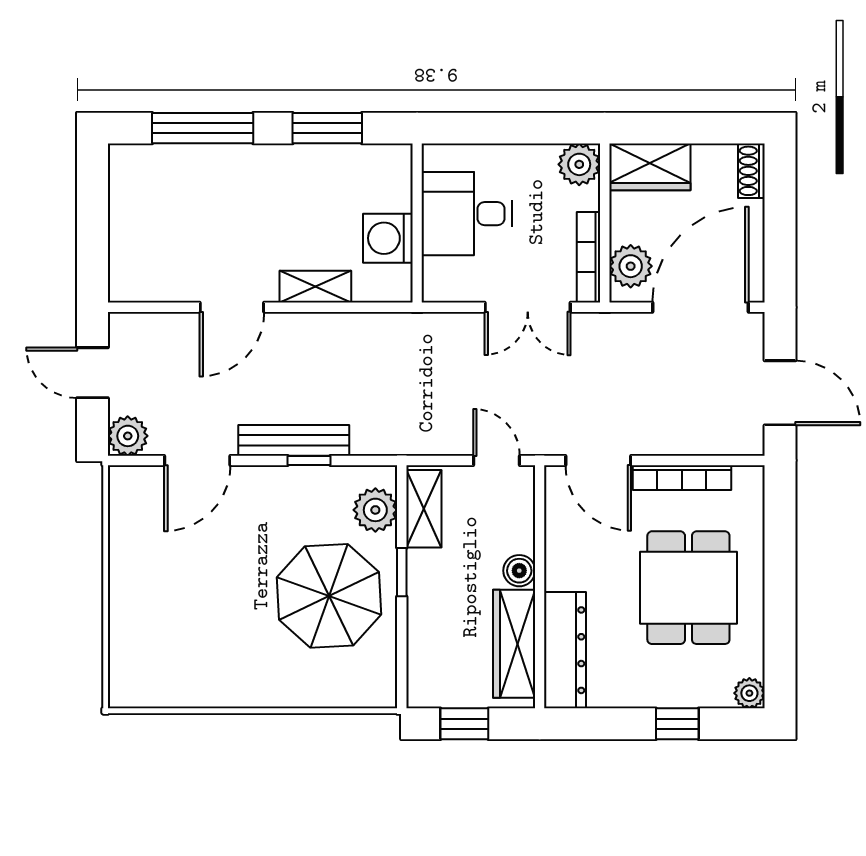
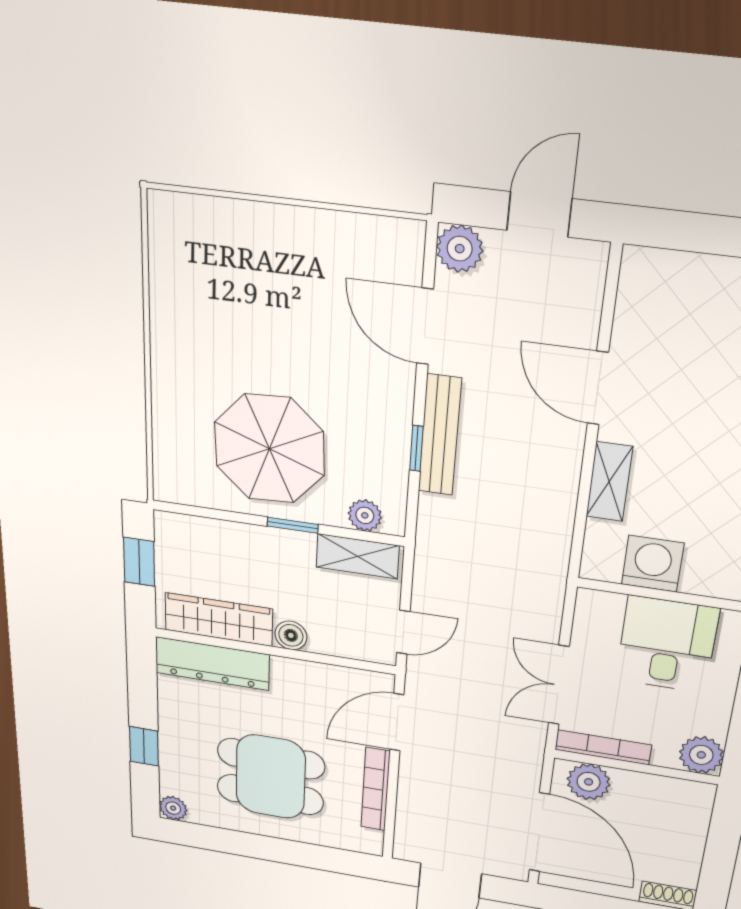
wardrobe: (650, 167) -> (687, 815), removed
plant: (375, 510) -> (365, 515), width x0.73, depth x0.73

